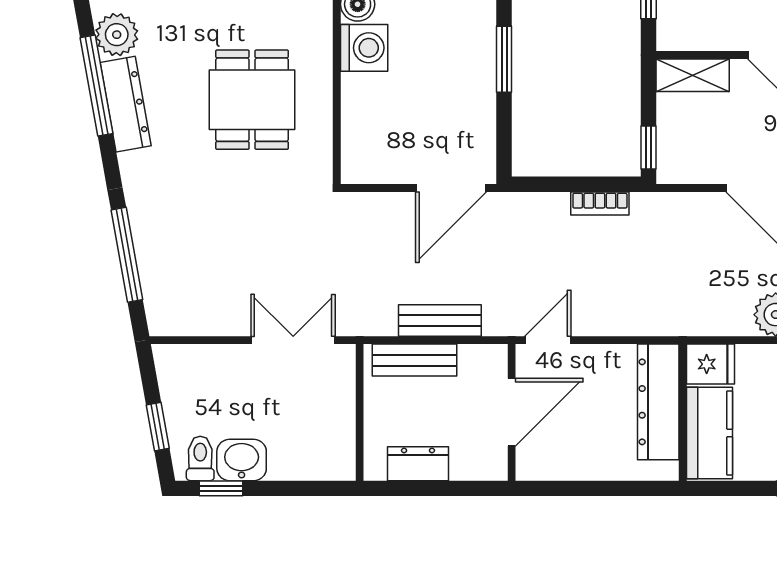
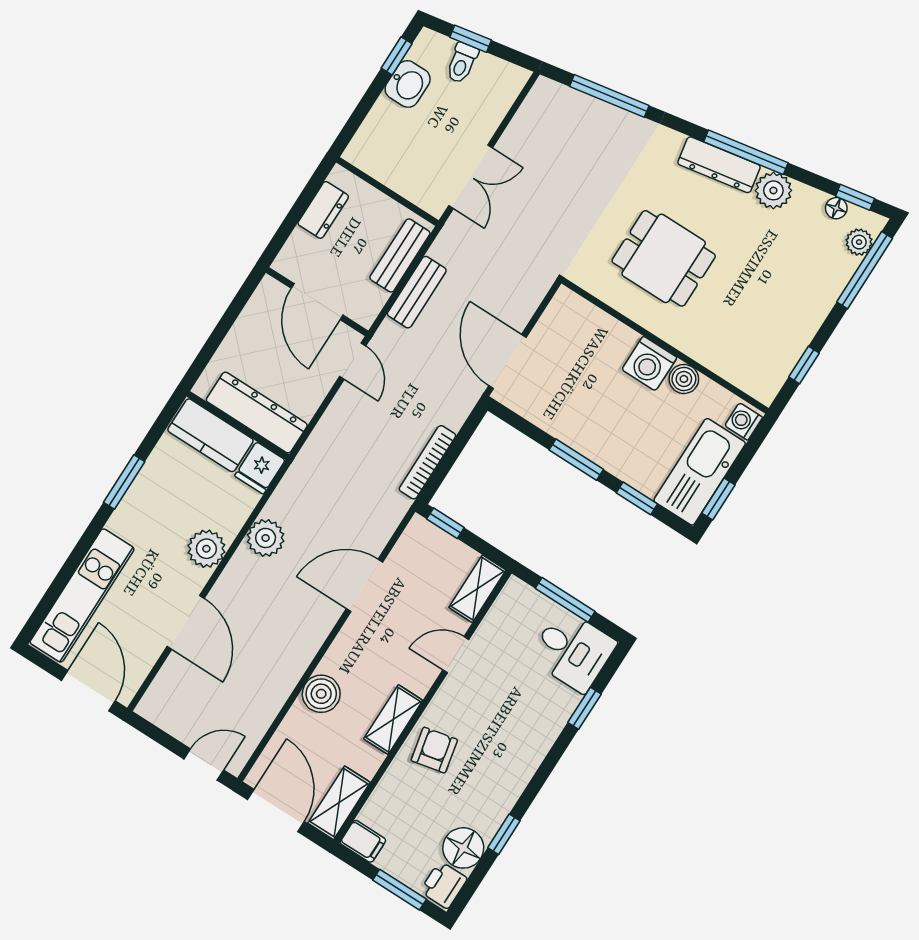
bookcase: (600, 203) -> (427, 462), width x1.56
toilet: (200, 458) -> (462, 63), moved, turned 80

